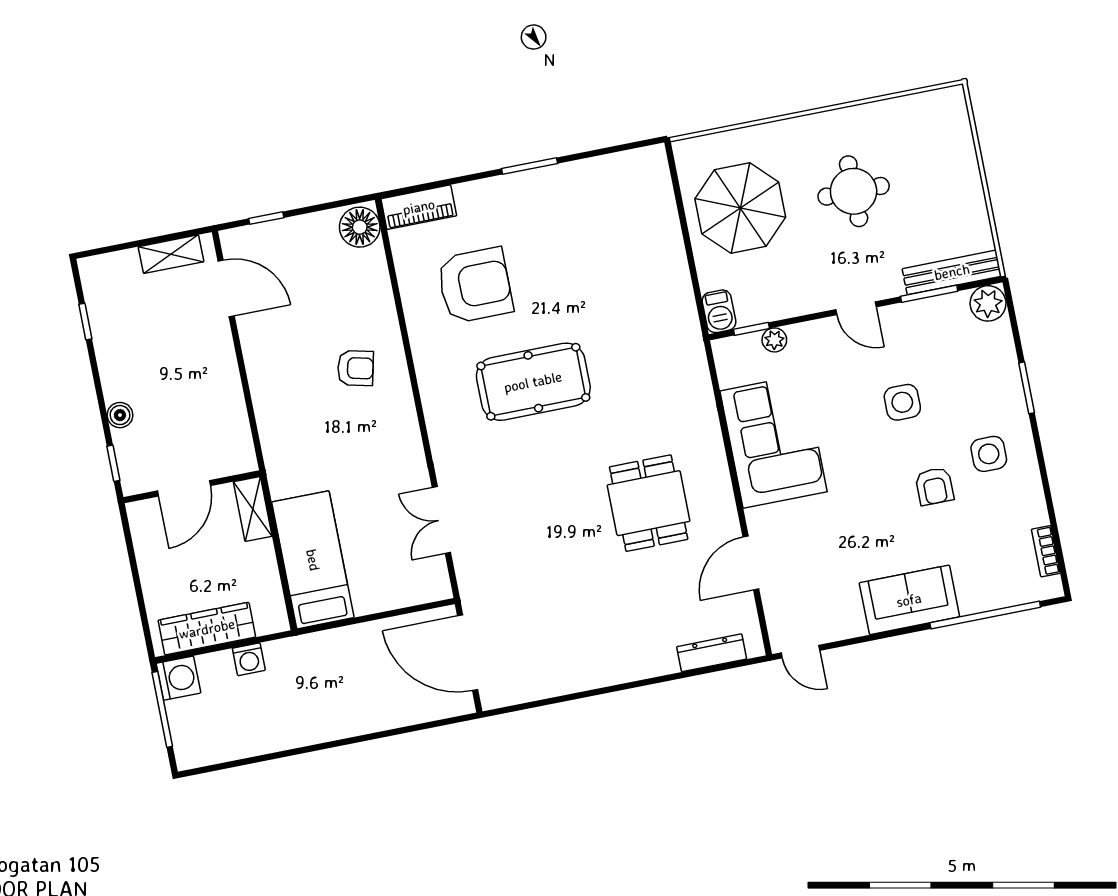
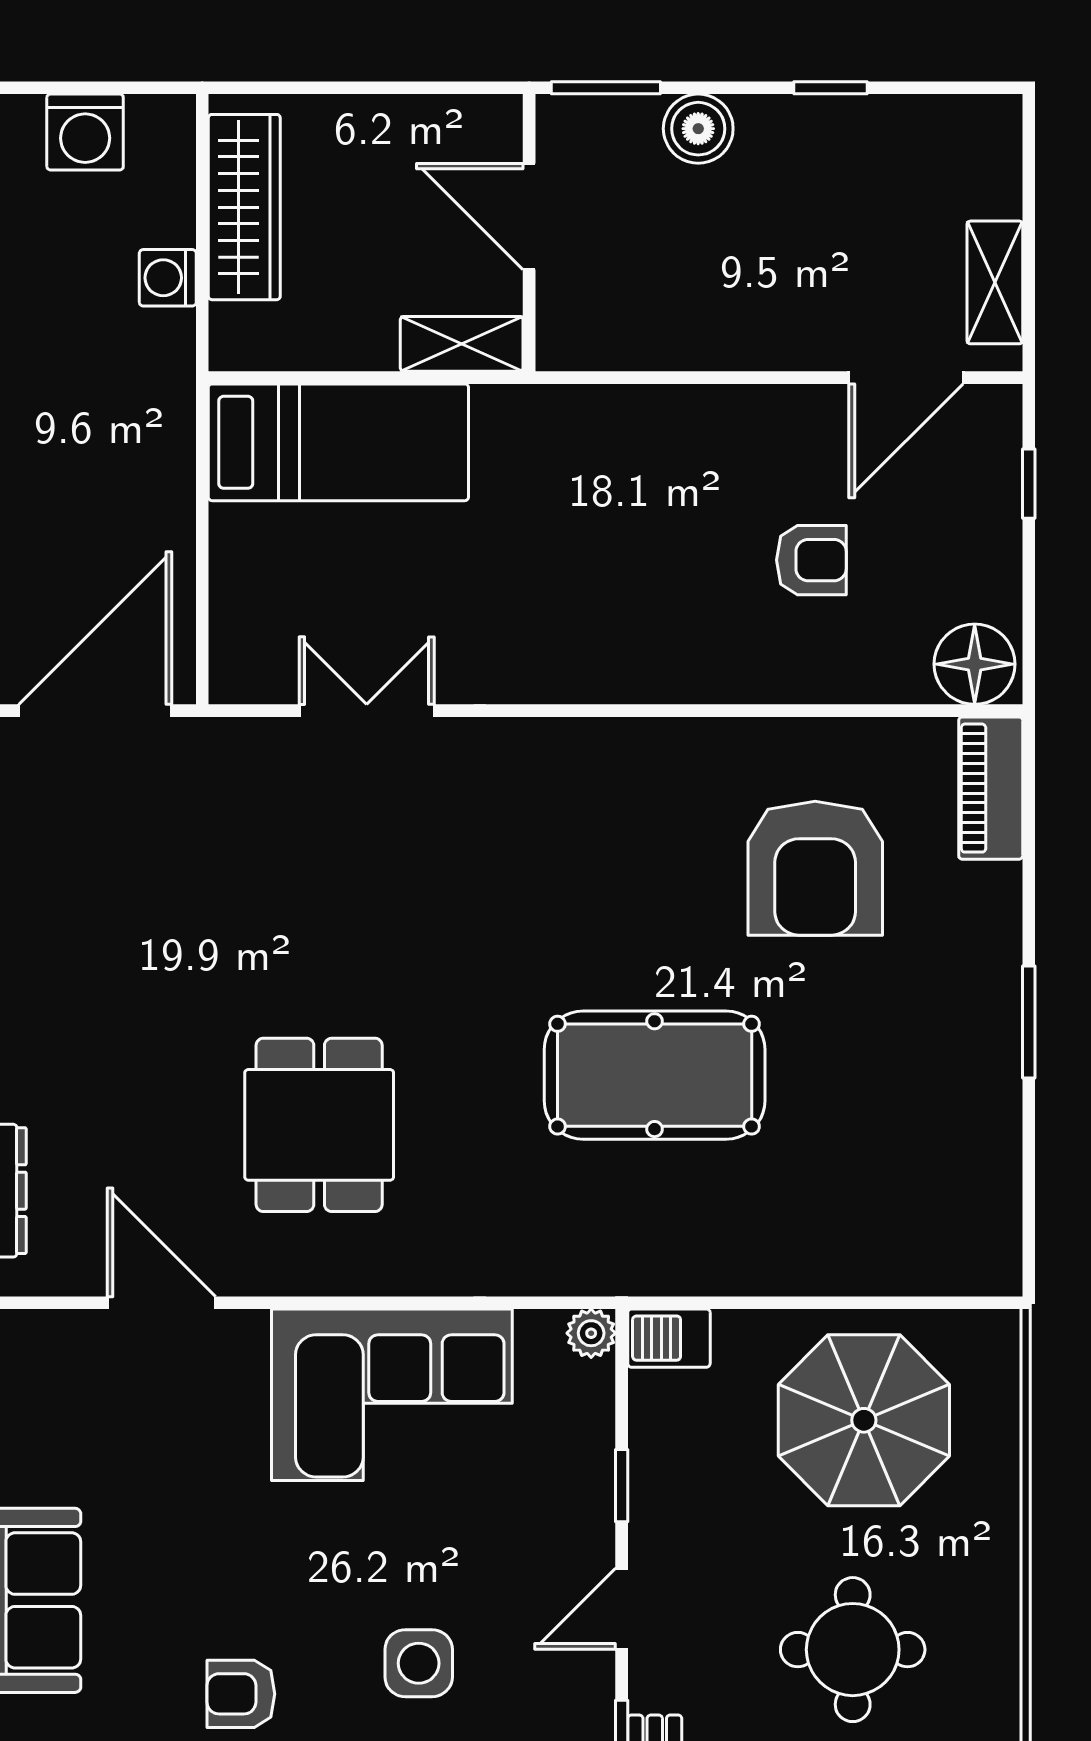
window: (85, 322) -> (831, 88), moved
window: (751, 329) -> (622, 1486), moved
plant: (774, 340) -> (591, 1333), moved
armchair: (355, 368) -> (811, 560), moved, turned -103
pool table: (533, 382) -> (655, 1075), moved, turned 90
boiler: (120, 415) -> (698, 129), width x1.36, depth x1.36
window: (113, 463) -> (606, 88), width x1.50
dining table: (649, 503) -> (319, 1125), turned 90
washing machine: (178, 678) -> (85, 132), moved
window: (162, 709) -> (103, 88), removed

